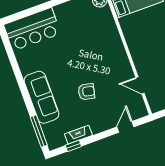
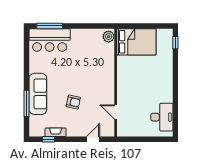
window: (26, 13) -> (50, 26), added
window: (39, 131) -> (26, 103), moved

